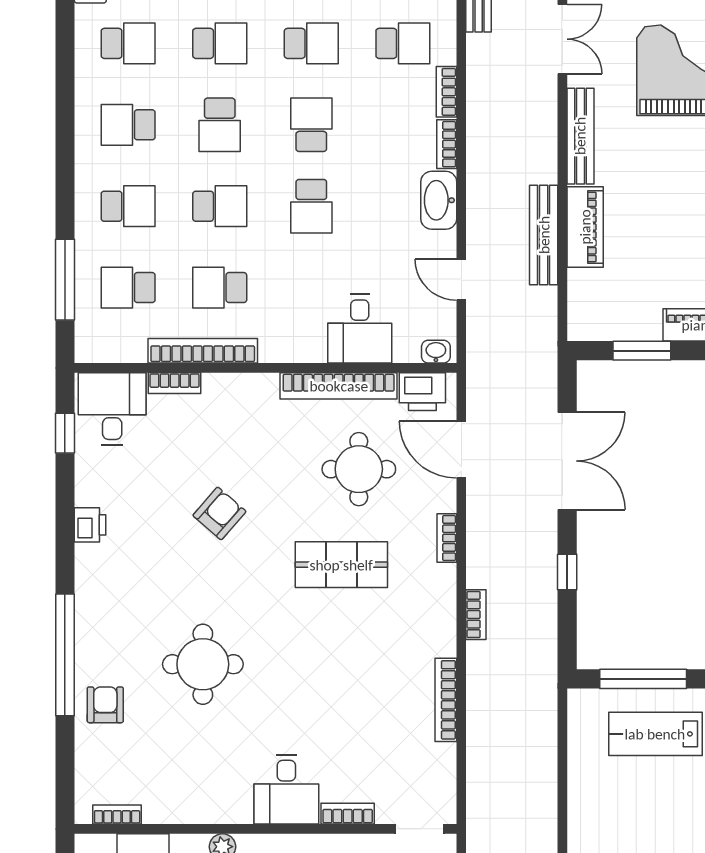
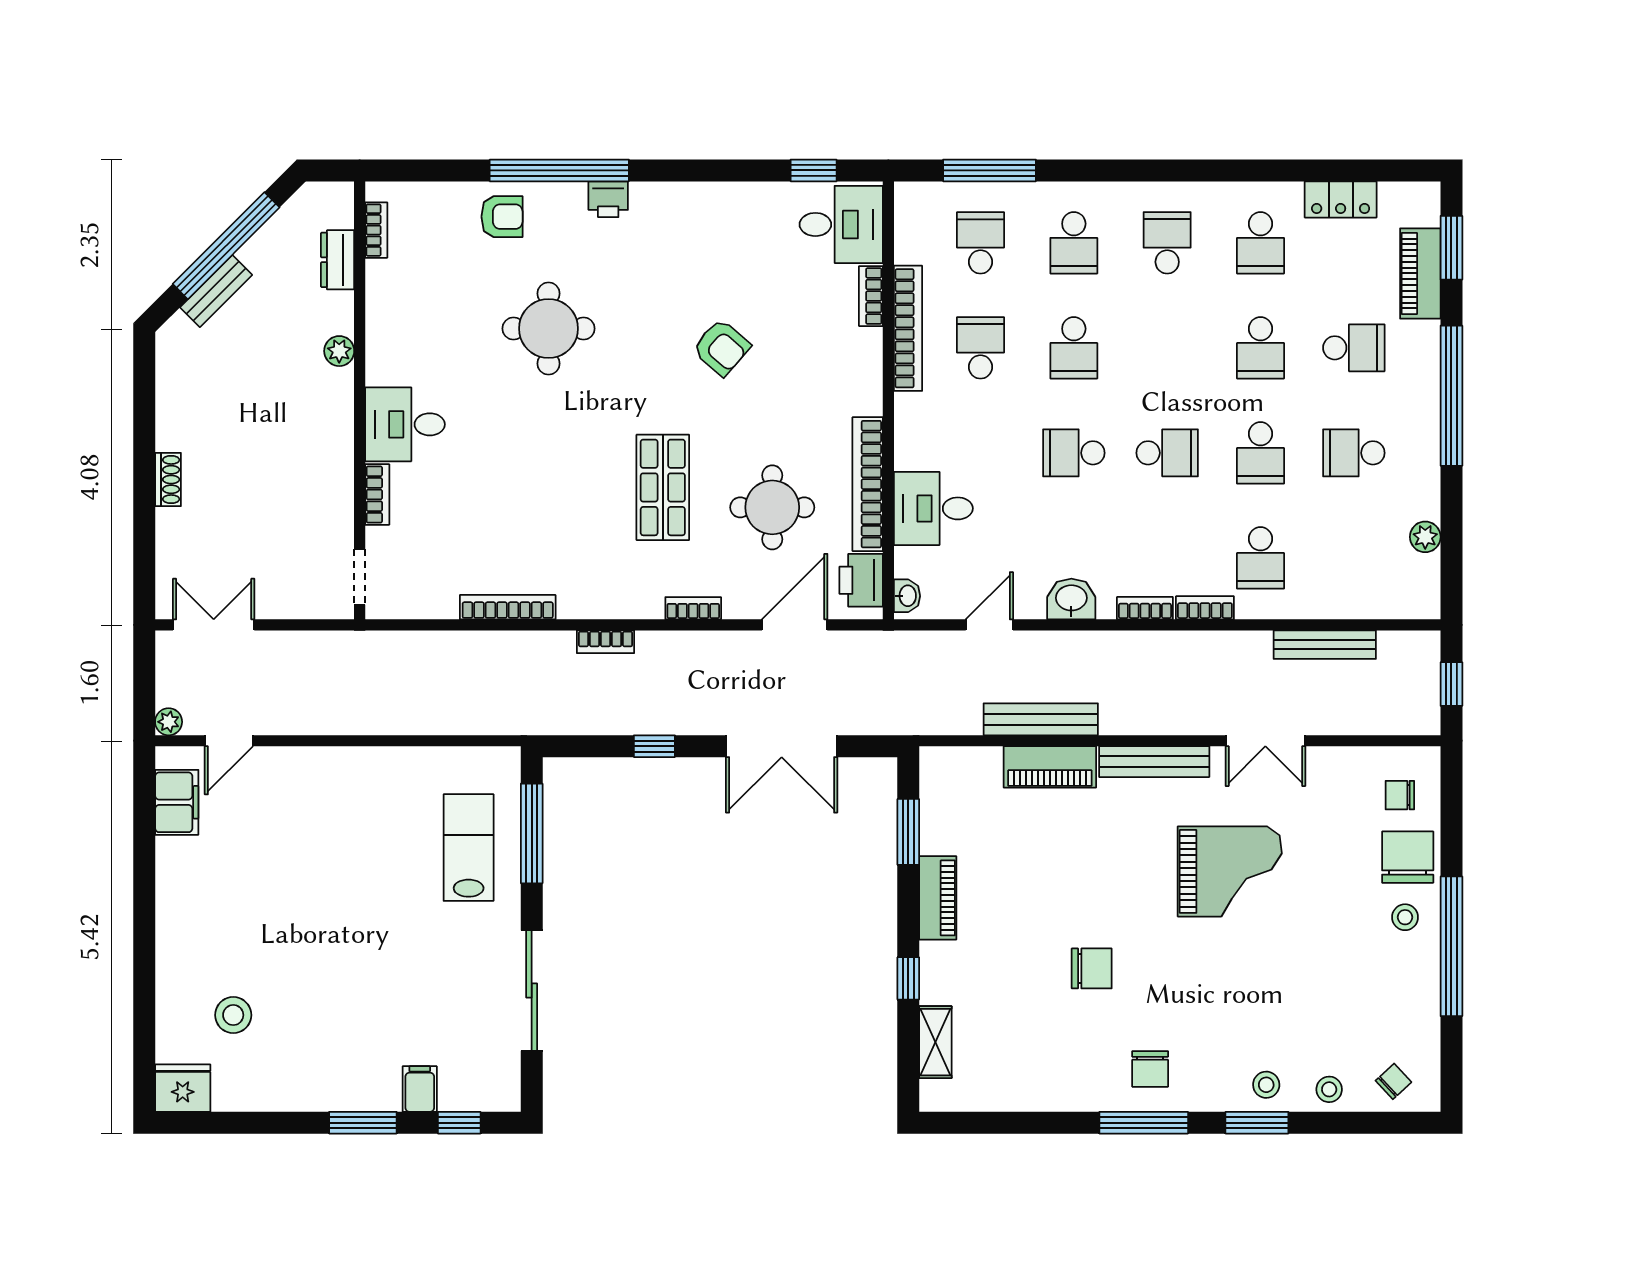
school desk: (220, 125) -> (1167, 348), removed
washbasin: (439, 200) -> (1071, 599), width x0.72
printer: (90, 525) -> (608, 199), moved

